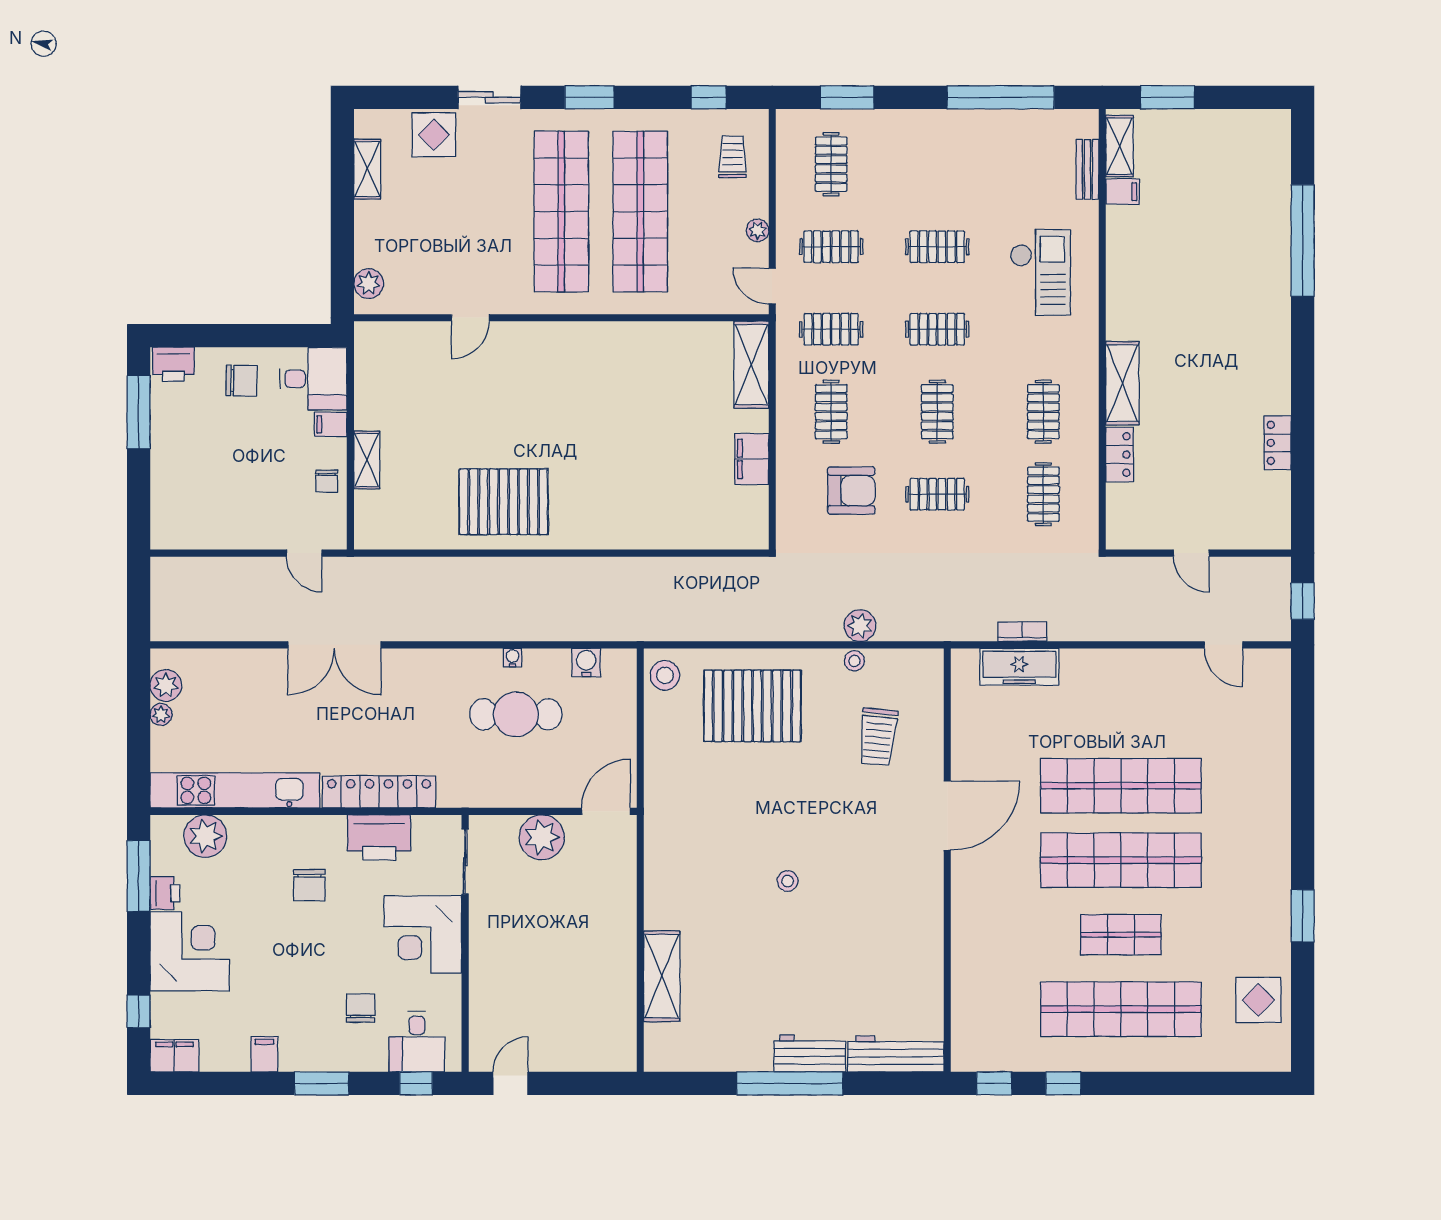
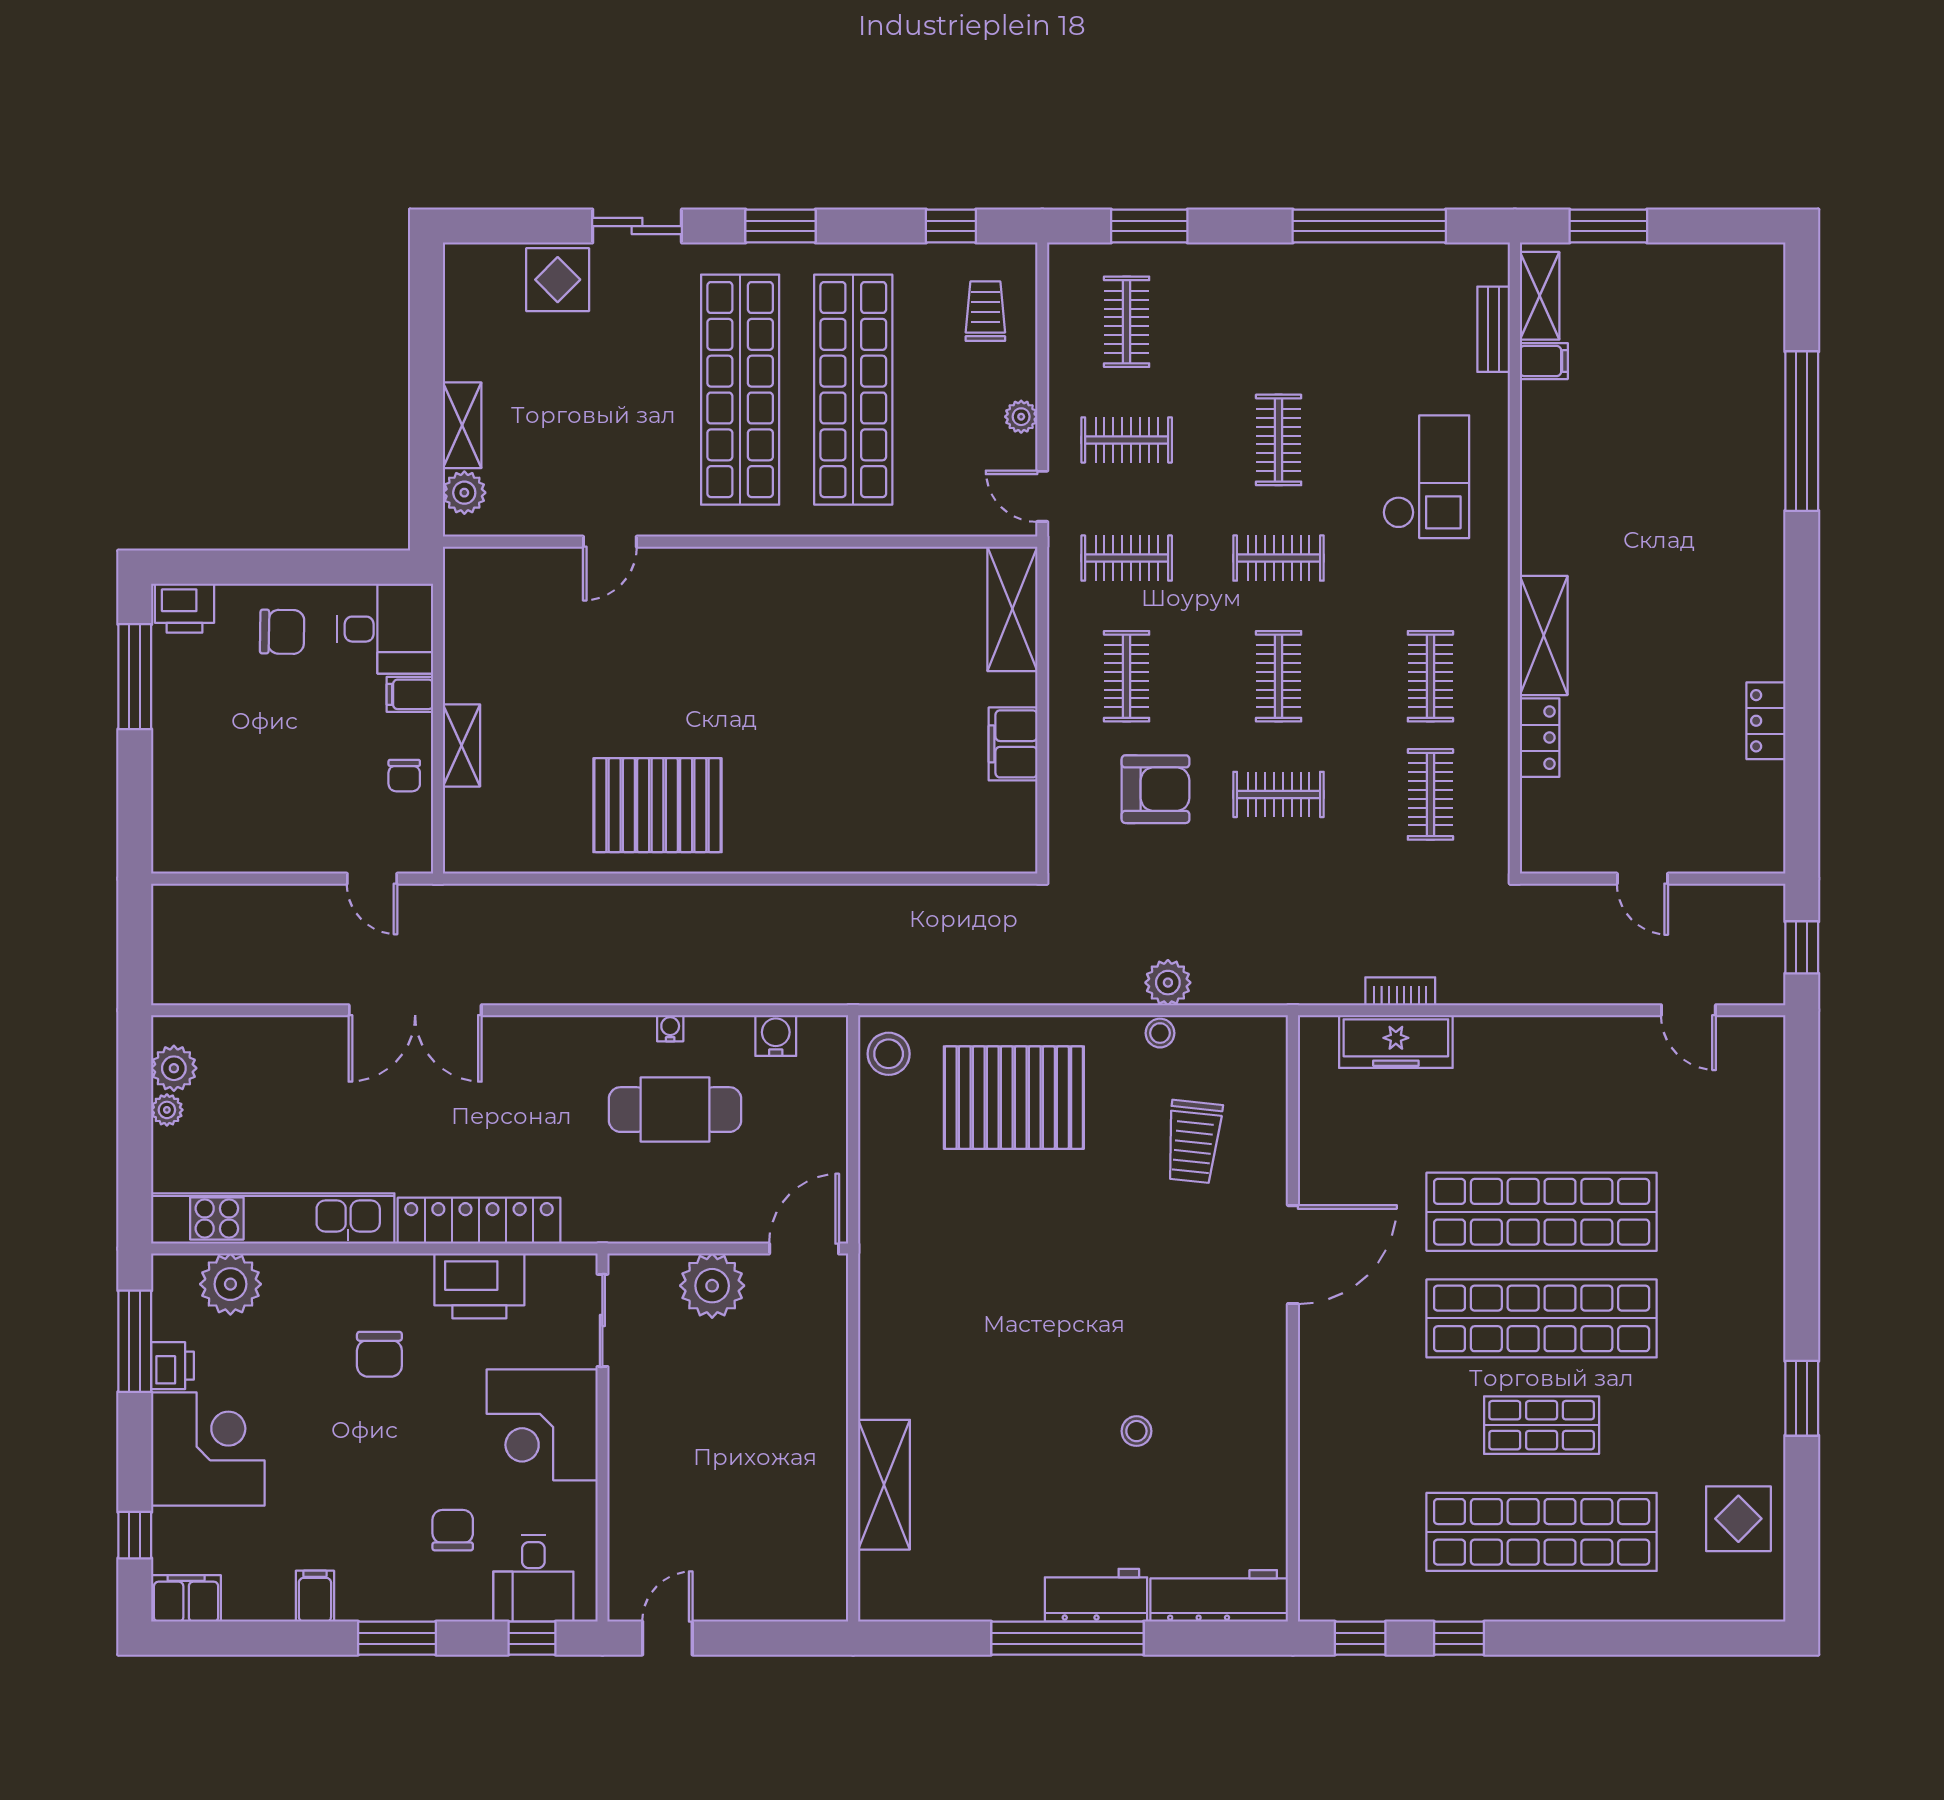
shelving: (367, 169) -> (462, 425), moved
clothes rail: (937, 247) -> (1279, 440), turned 90
stool: (788, 881) -> (1136, 1431), moved

